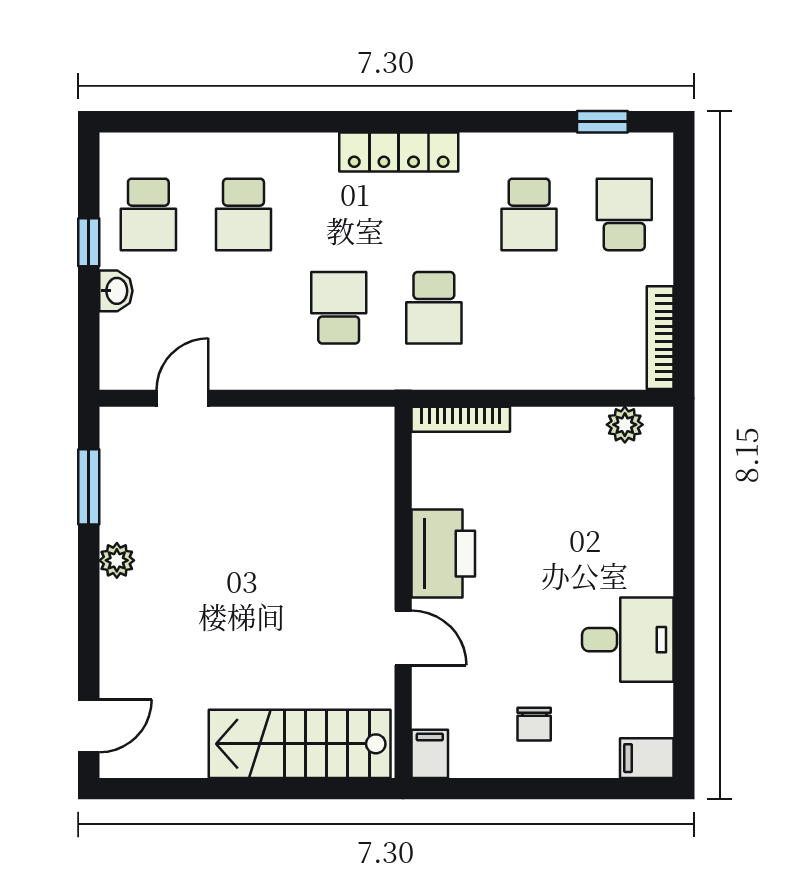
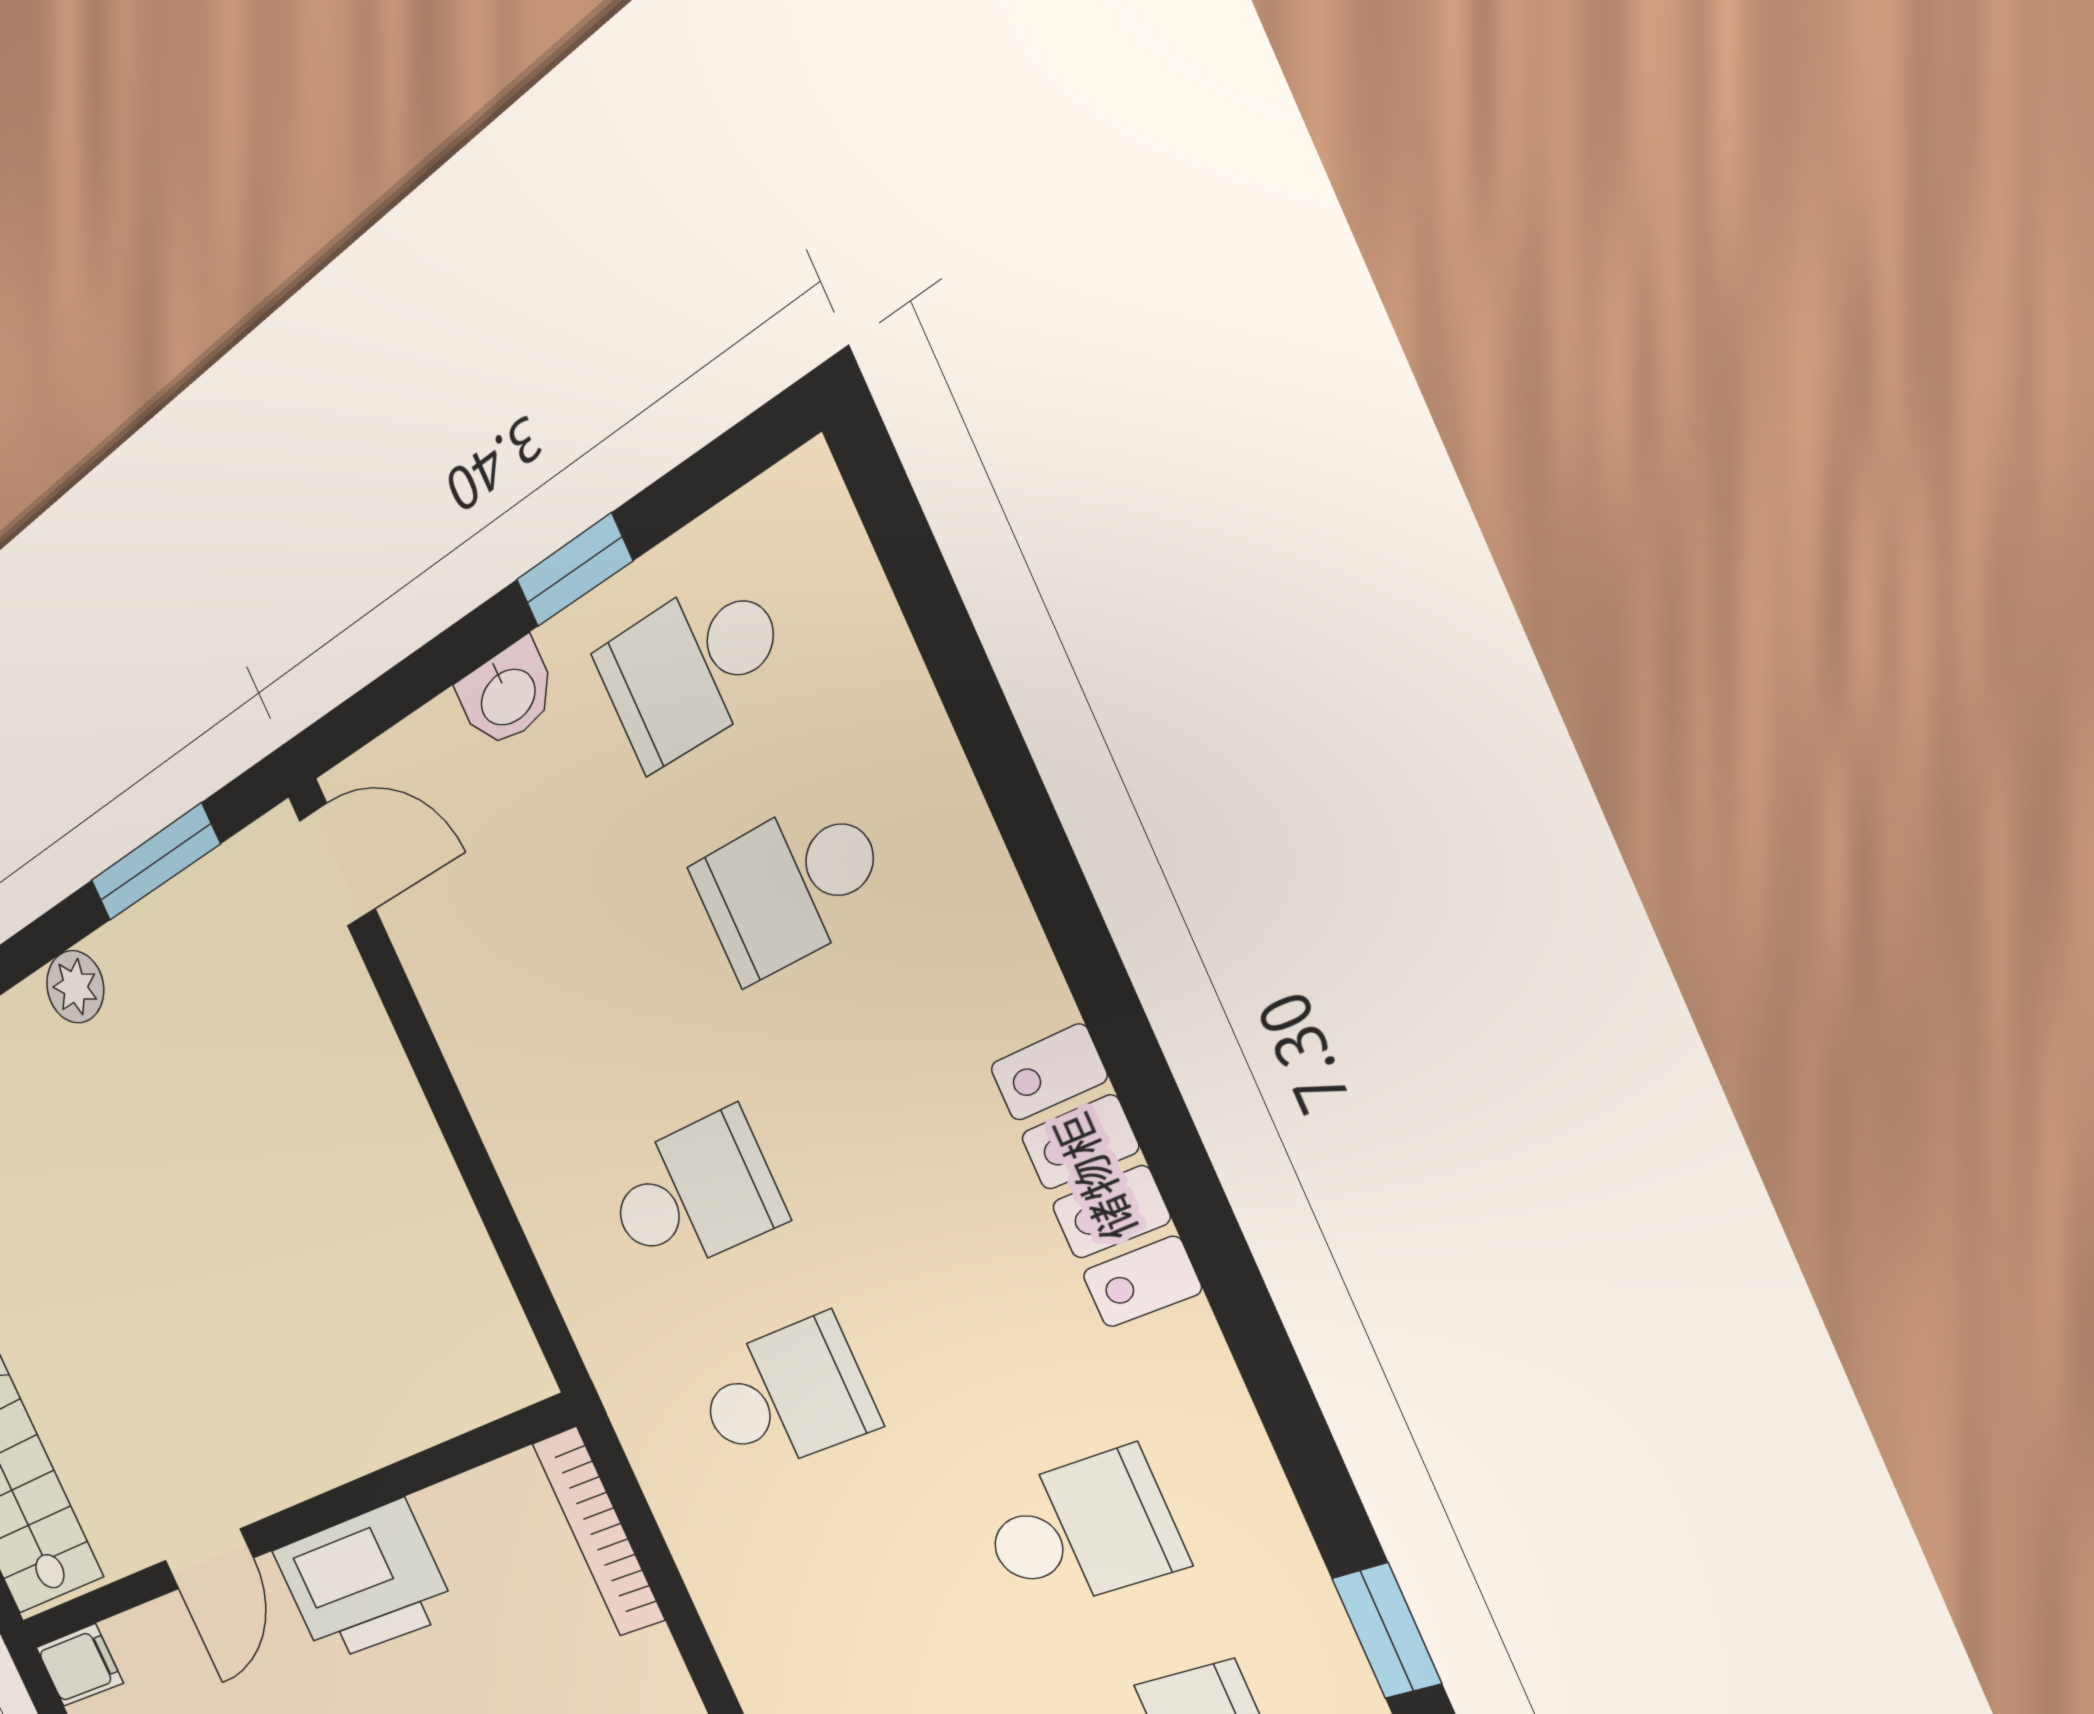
school desk: (529, 214) -> (1080, 1531), turned 180
school desk: (434, 308) -> (784, 1397), turned 180
door: (182, 398) -> (337, 865), moved

